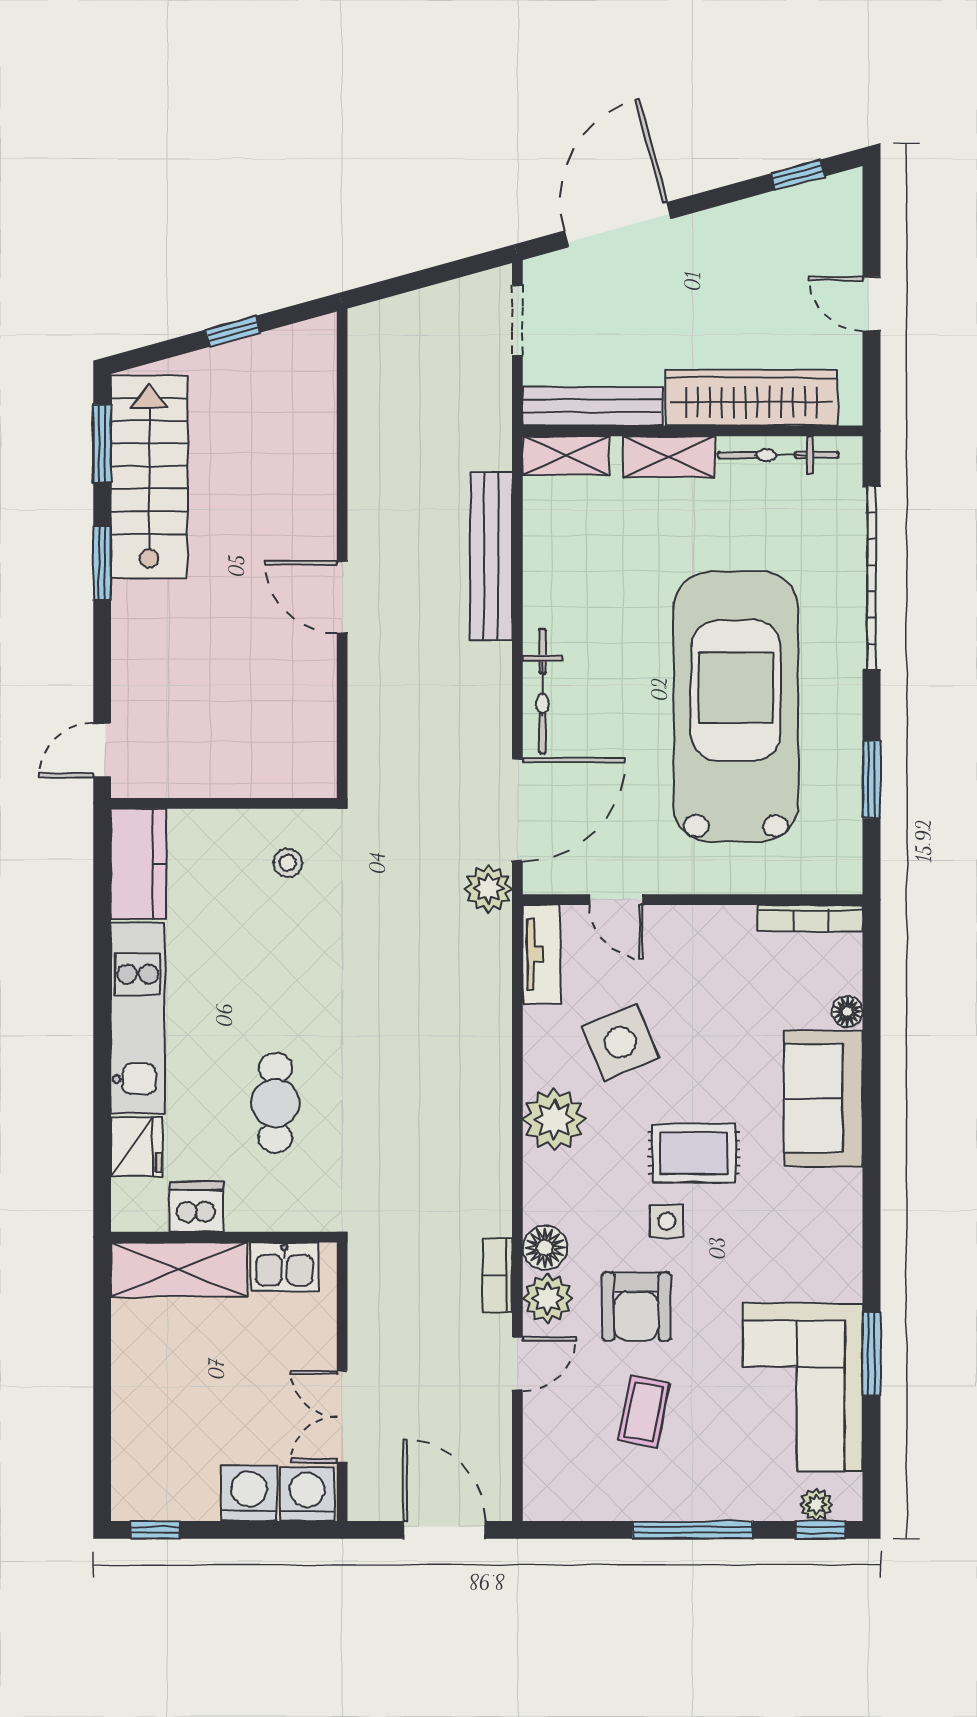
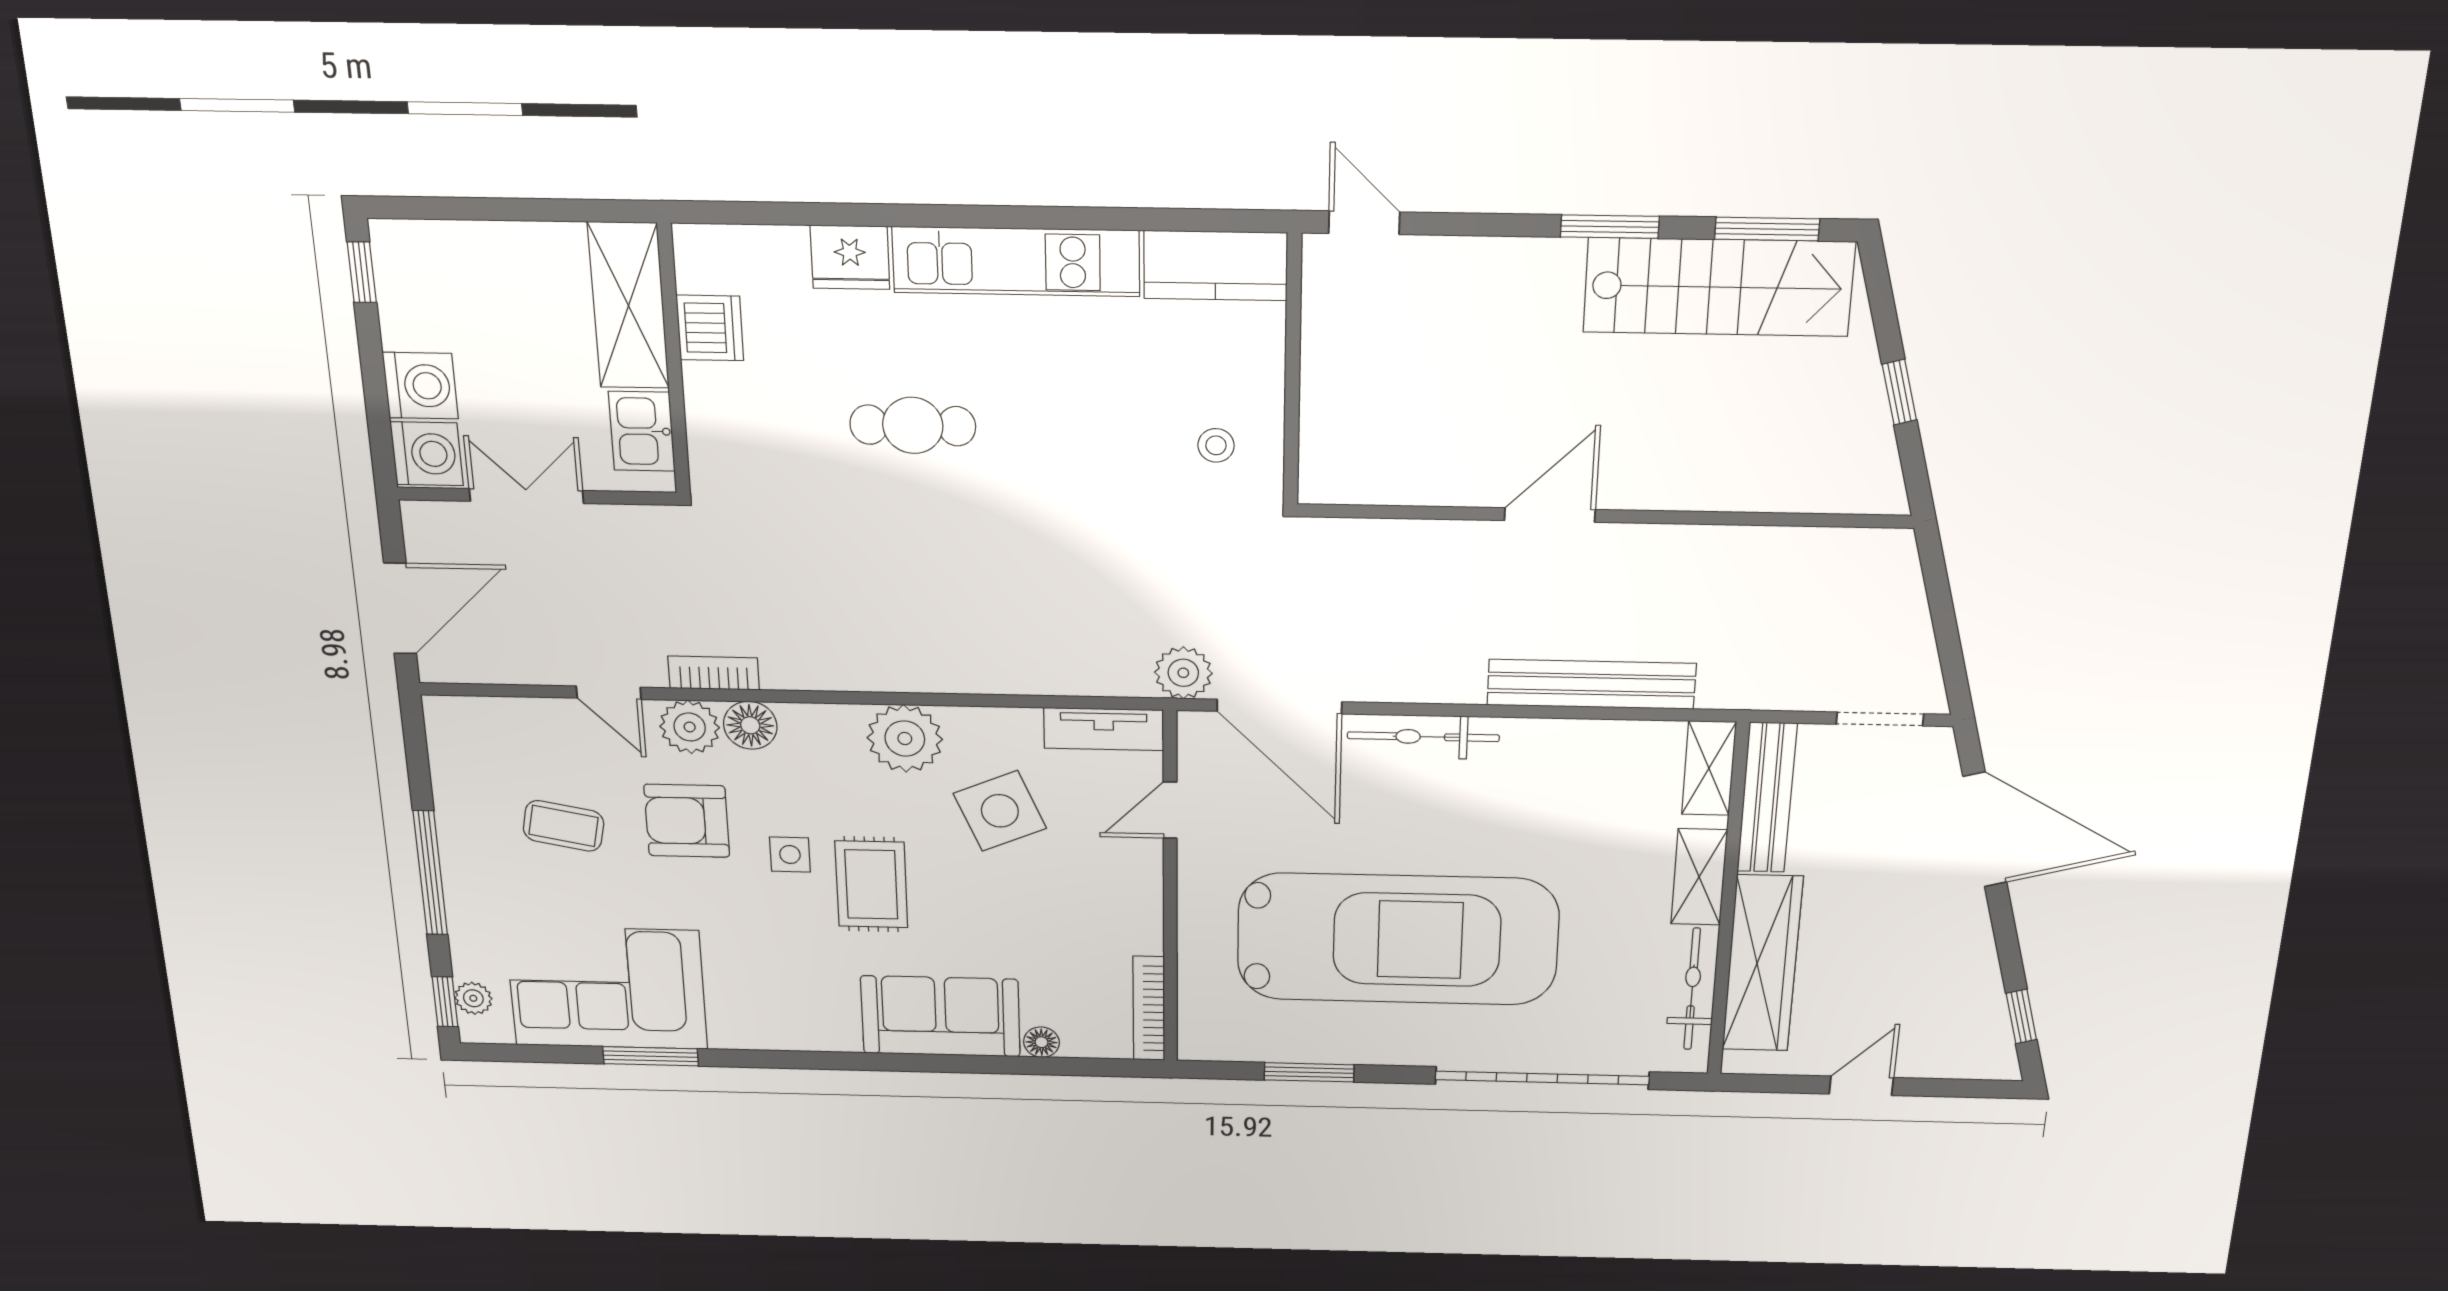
dishwasher: (196, 1207) -> (710, 328), moved
wall: (224, 1237) -> (674, 360), moved
kitchen sink: (284, 1267) -> (642, 431), moved
shelving: (179, 1270) -> (628, 306), moved

